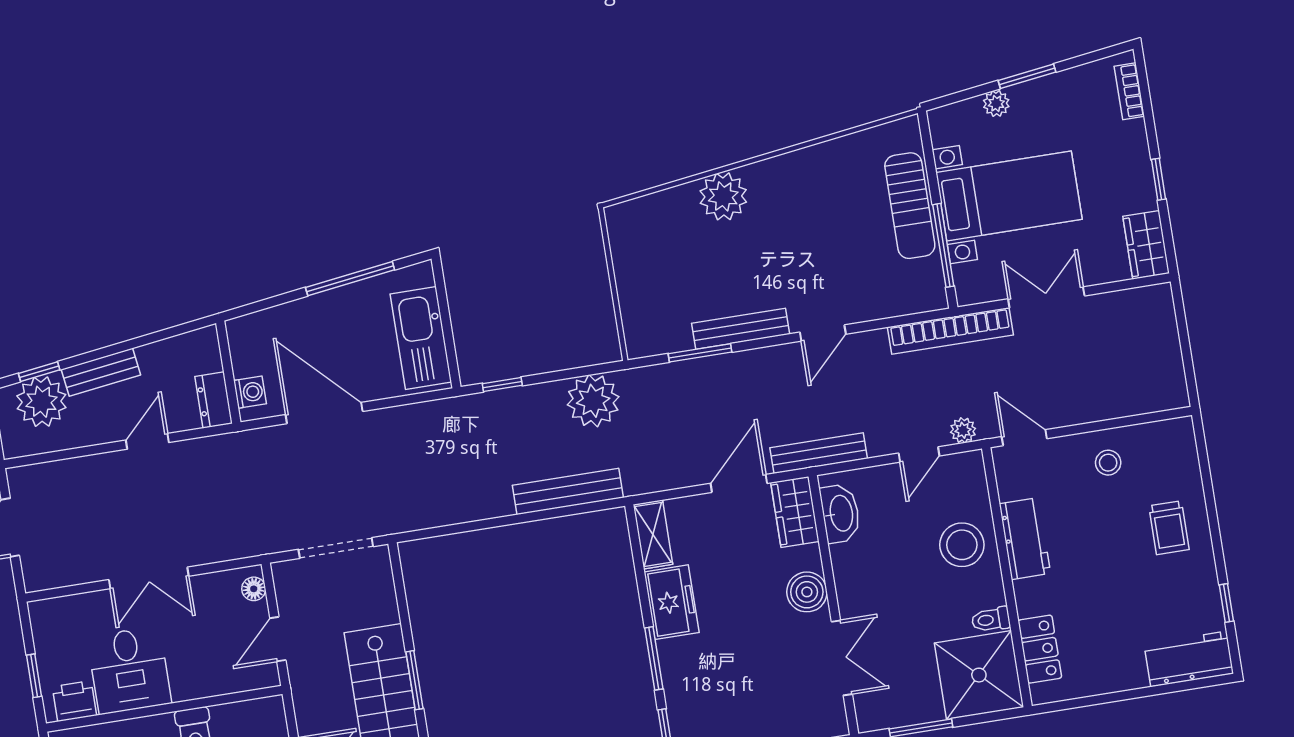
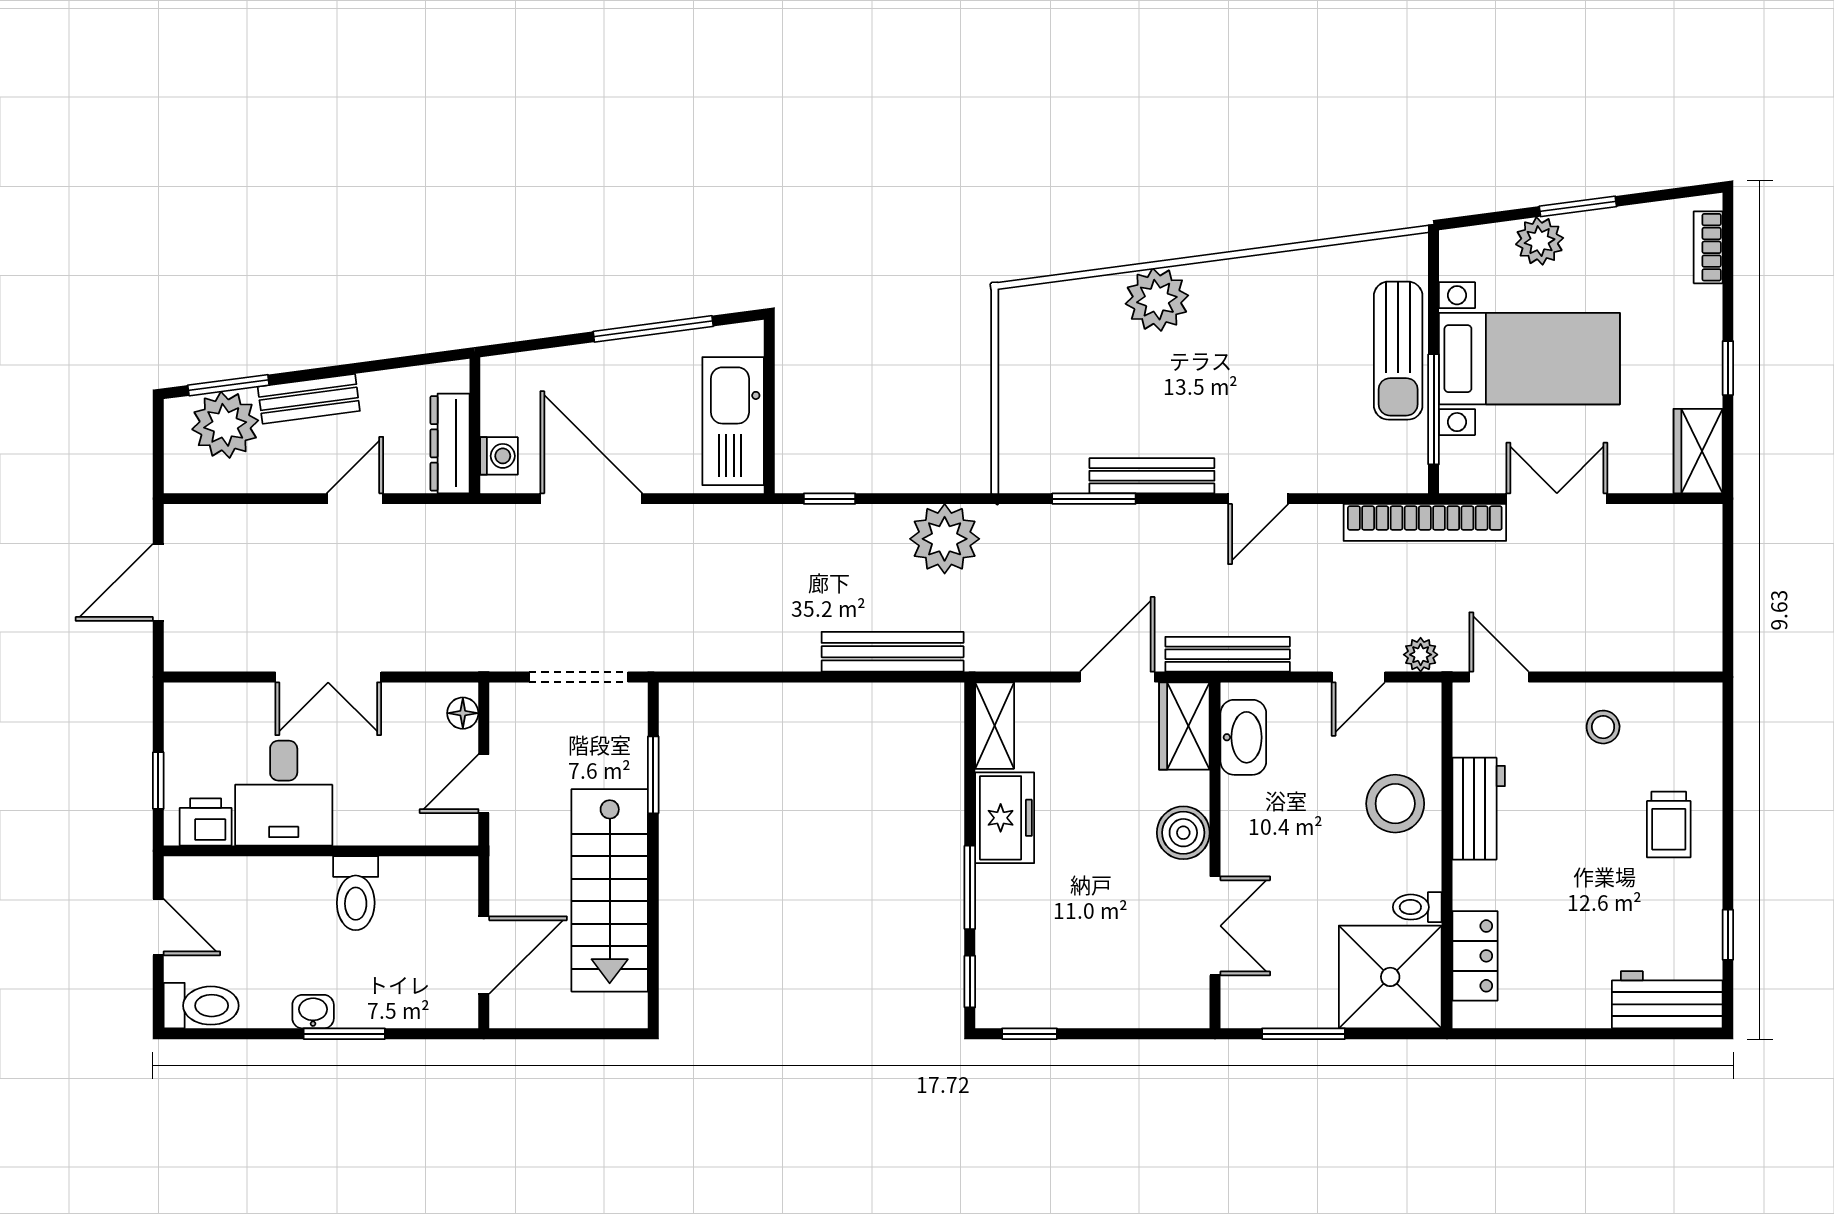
plant: (996, 103) -> (1540, 241), width x1.38, depth x1.38
window: (39, 372) -> (228, 385), width x1.50
dresser: (214, 400) -> (450, 443), width x1.44
window: (414, 680) -> (653, 775), moved

